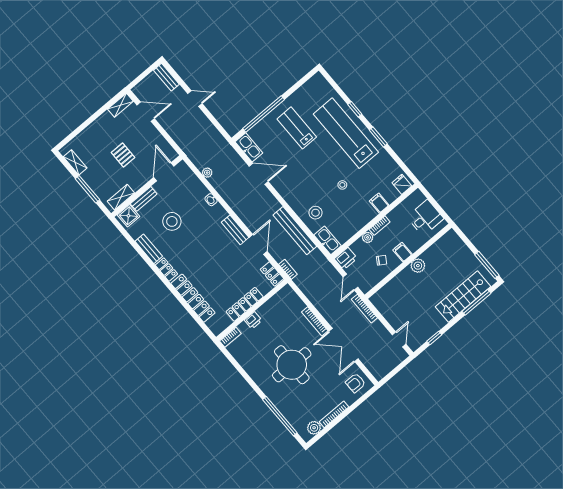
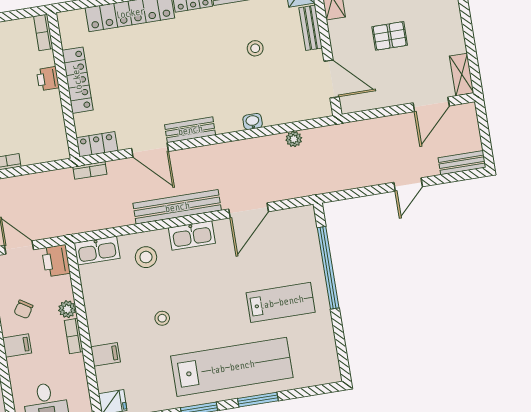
window: (355, 109) -> (258, 400), width x1.50
kitchen sink: (249, 147) -> (192, 235), moved
stool: (172, 221) -> (255, 48), width x0.53, depth x0.53
bench: (295, 231) -> (177, 207), moved

